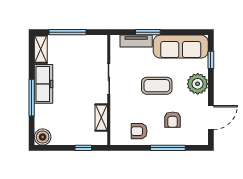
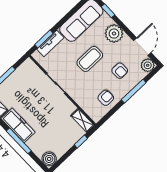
window: (148, 32) -> (44, 39), moved
shelving: (101, 118) -> (82, 121), moved
armchair: (139, 131) -> (106, 98), turned 180
plant: (200, 137) -> (148, 65), added

